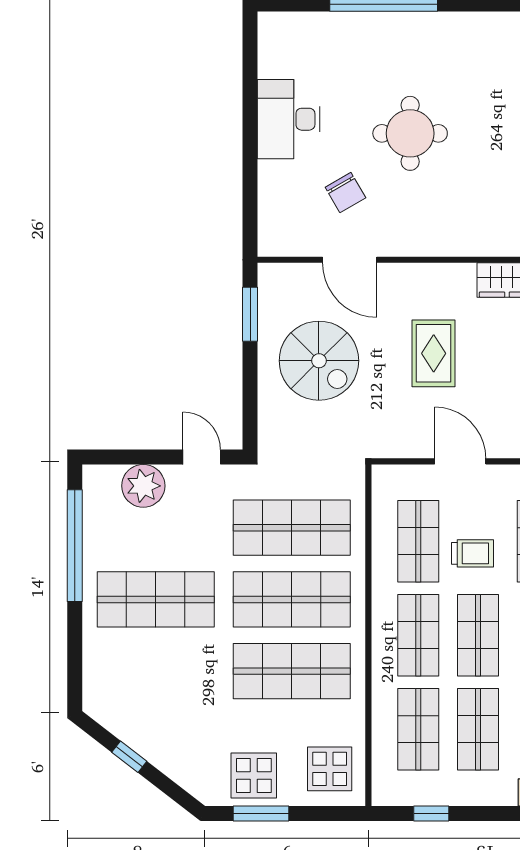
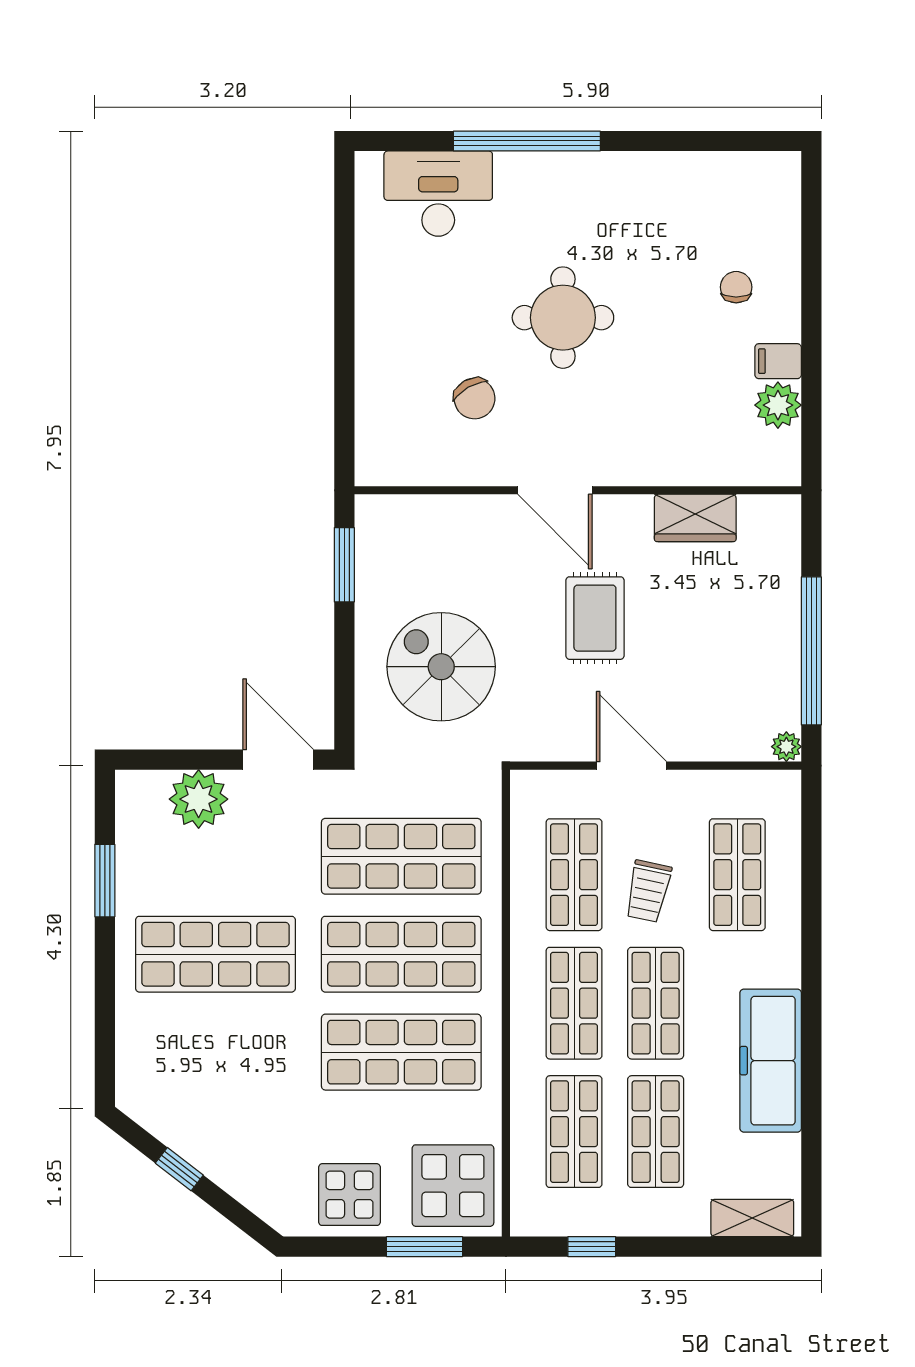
desk: (289, 119) -> (438, 194), moved, turned 90
door: (350, 260) -> (555, 490), moved
spiral stairs: (319, 361) -> (441, 667), moved, turned 180
door: (202, 457) -> (278, 760), width x1.38
window: (75, 546) -> (105, 881), width x0.47
trolley: (472, 553) -> (648, 891), turned 102
display table: (330, 769) -> (453, 1186), width x1.36, depth x1.36
window: (261, 814) -> (424, 1247), moved

